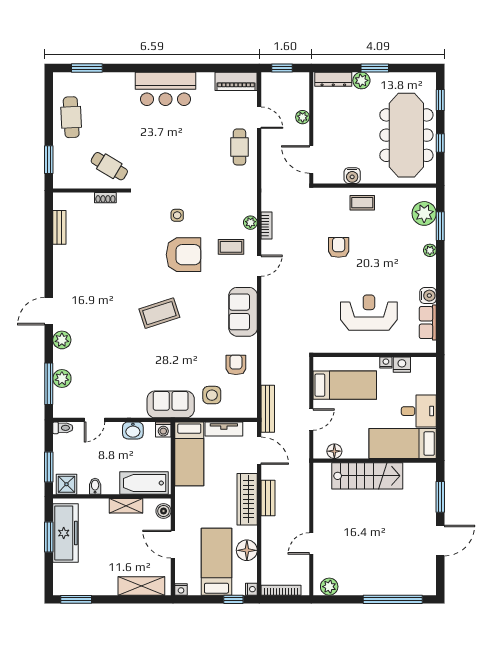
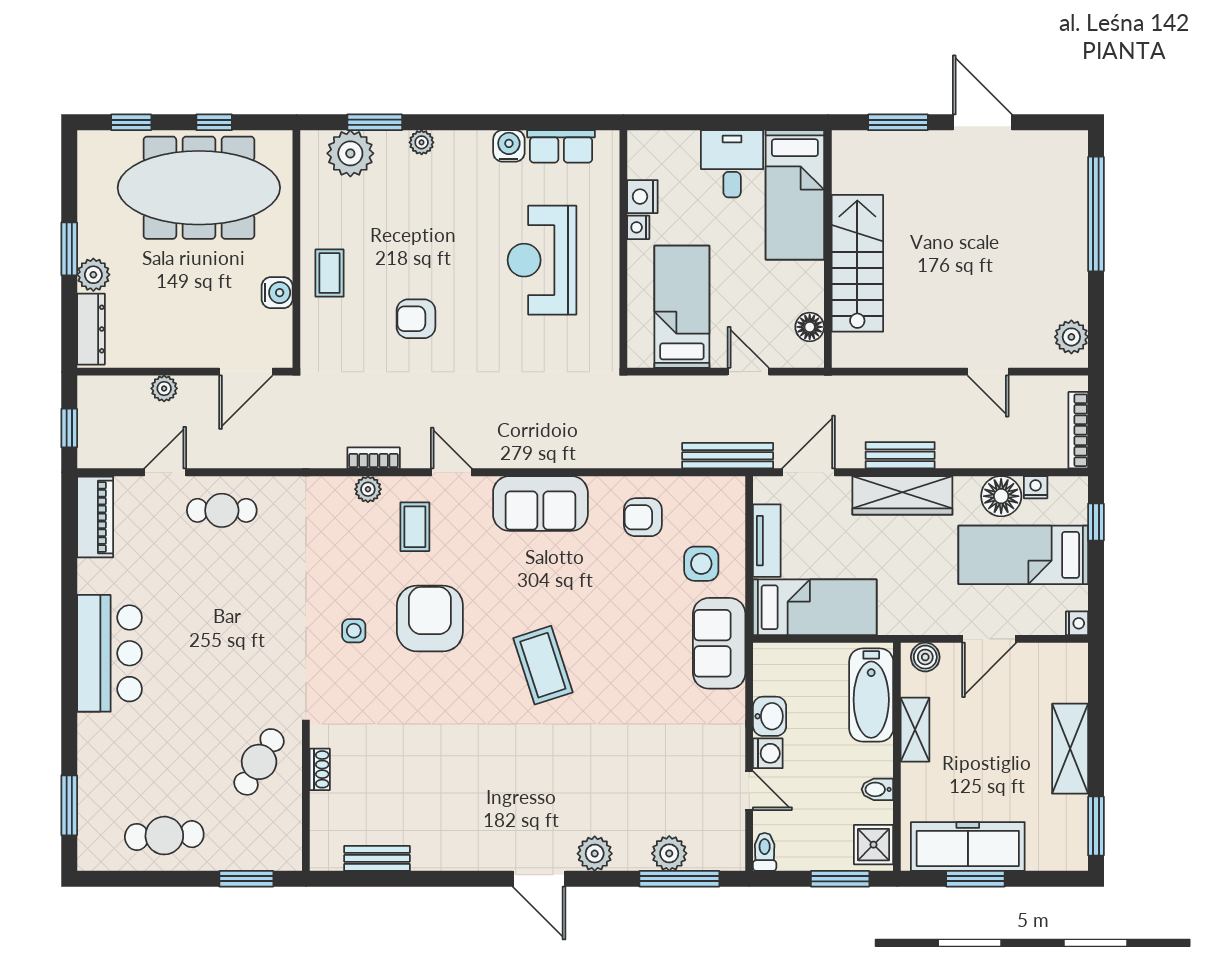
washing machine: (163, 430) -> (768, 753), moved
shelving: (141, 586) -> (1070, 749), moved
nightstand: (251, 589) -> (1036, 487), moved

